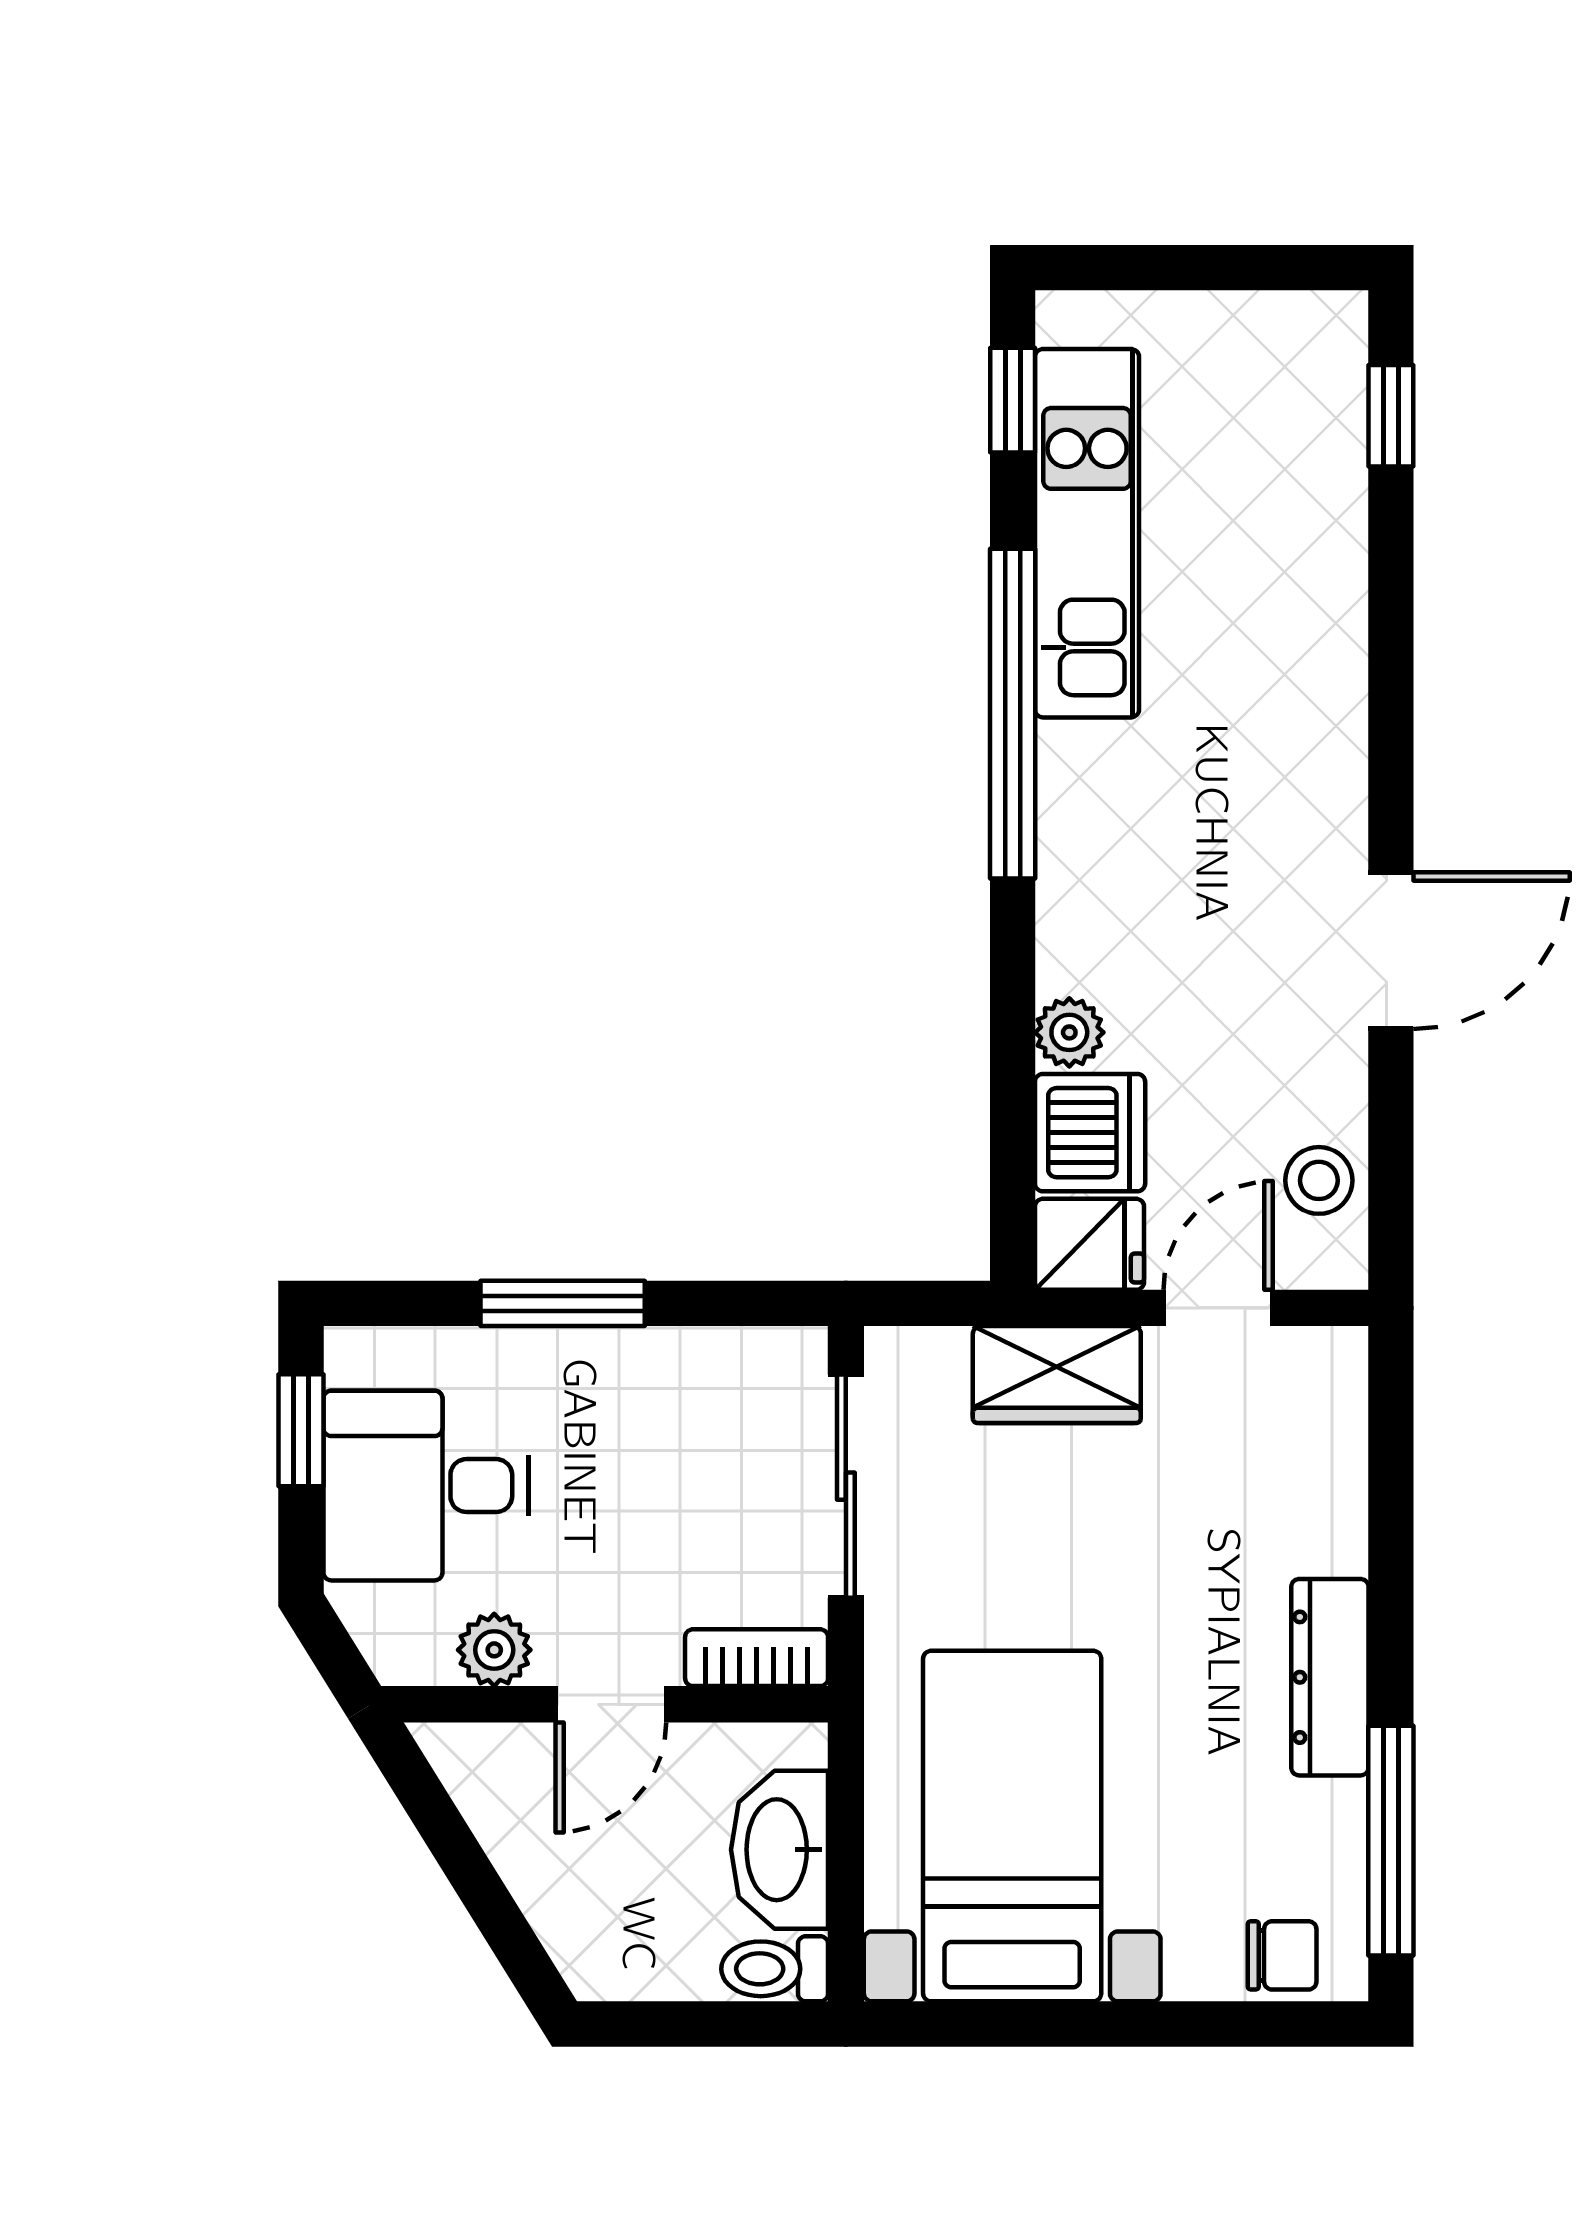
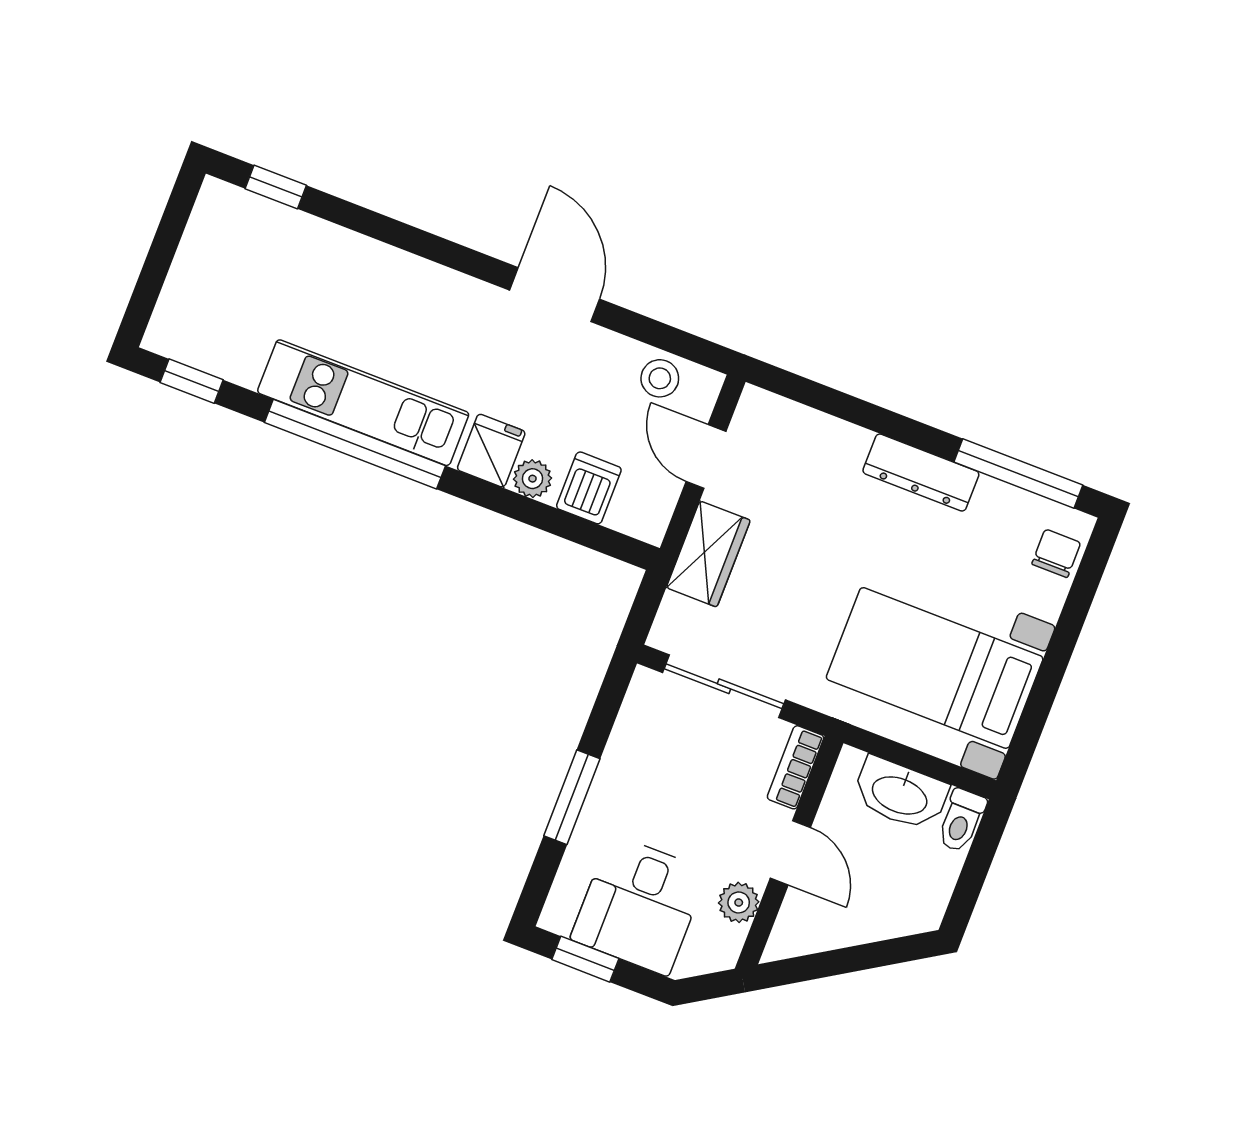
kitchen unit: (1087, 533) -> (363, 403), moved
dishwasher: (1090, 1133) -> (589, 488), width x0.73
fridge: (1089, 1244) -> (491, 451), moved

